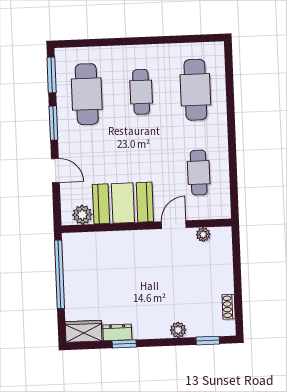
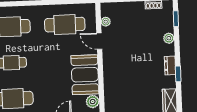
cafe table: (199, 173) -> (65, 25), width x1.37, depth x1.35
dresser: (117, 332) -> (170, 65), moved

